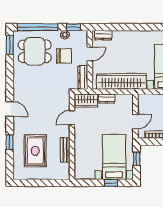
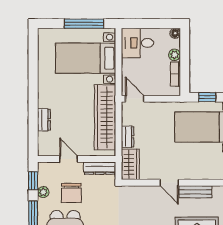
dresser: (103, 35) -> (44, 120), moved
chair: (64, 56) -> (71, 193), turned 180
door: (72, 118) -> (169, 183), moved
door: (135, 121) -> (135, 99), moved

